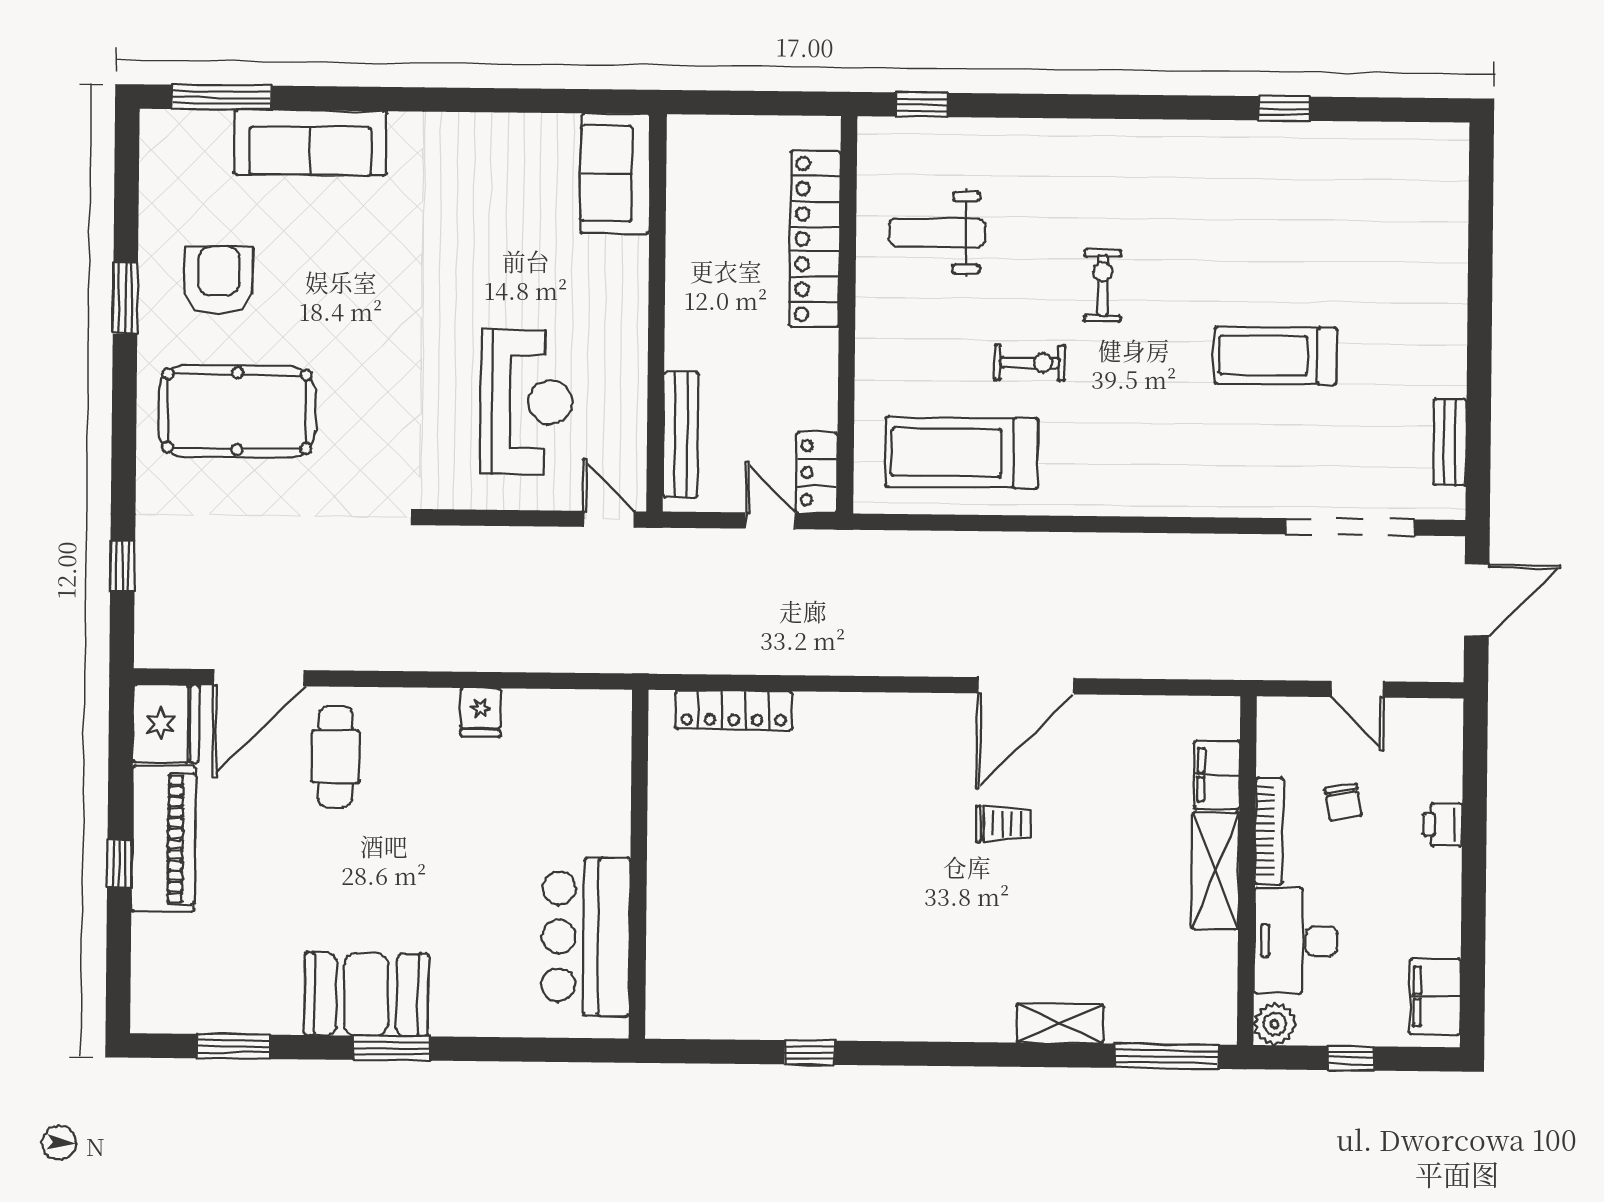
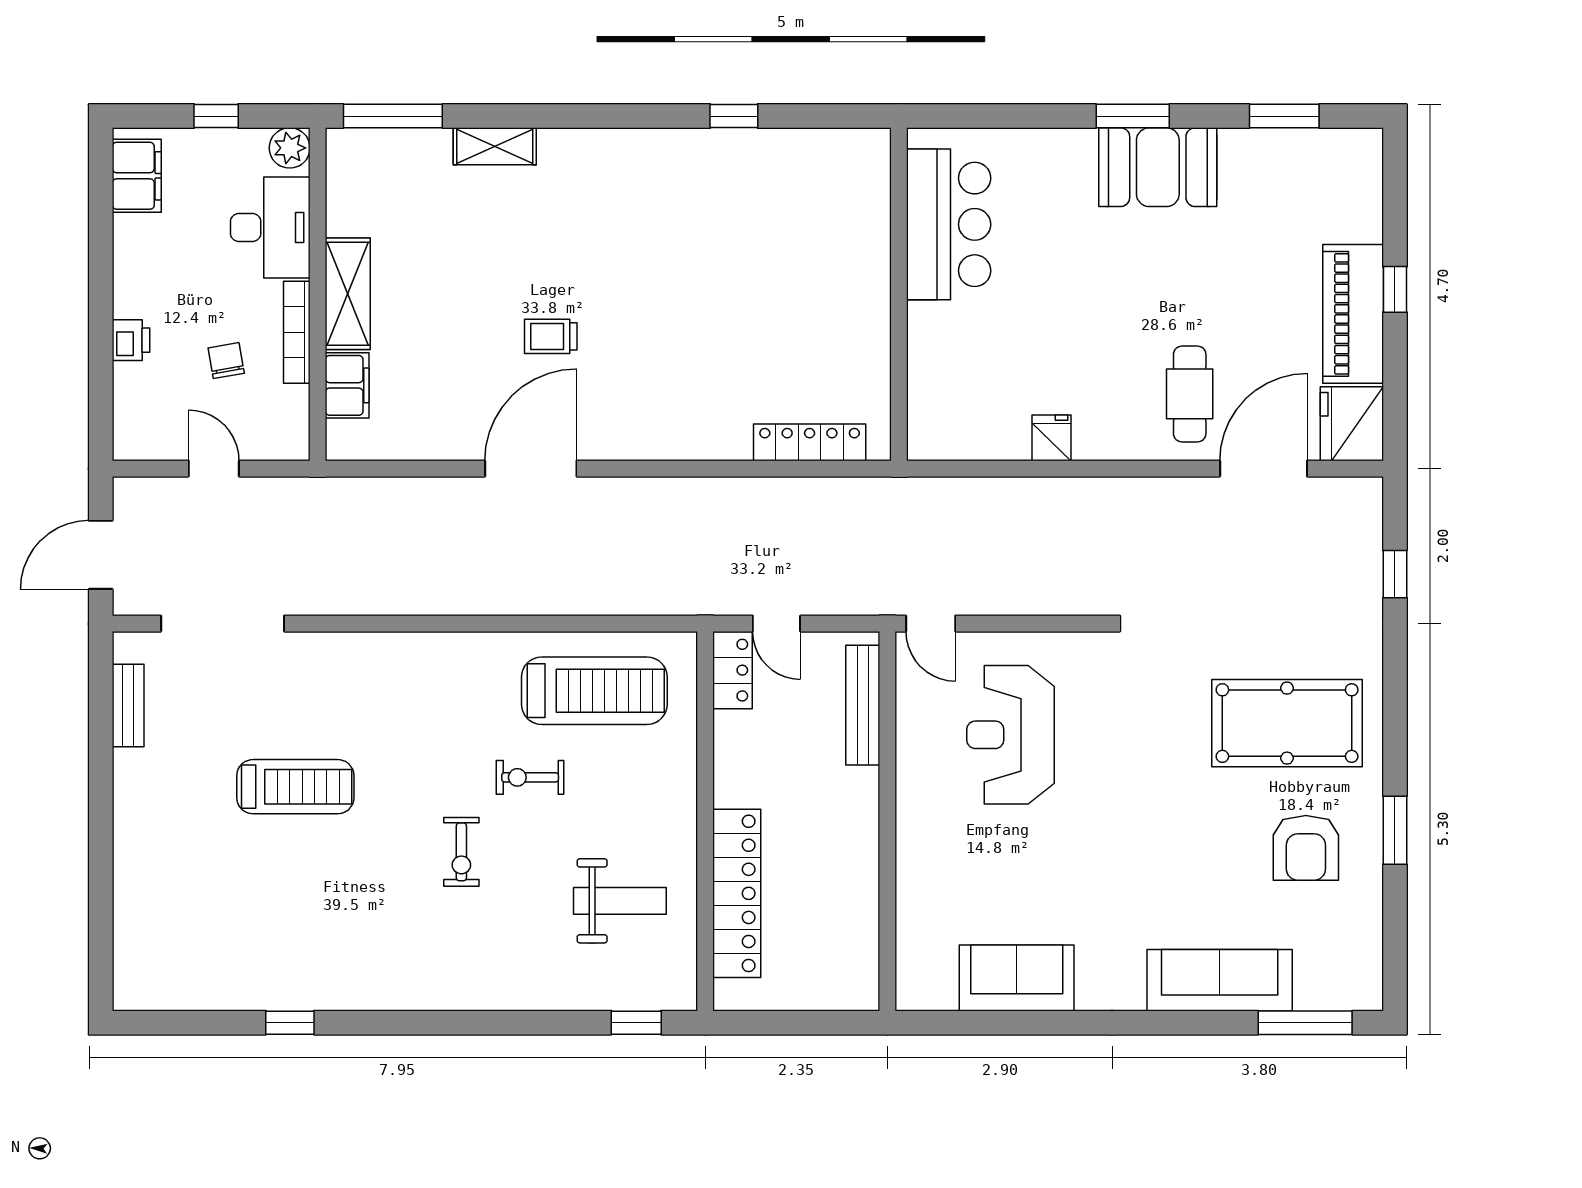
sofa: (615, 174) -> (1017, 978), moved, turned -90

